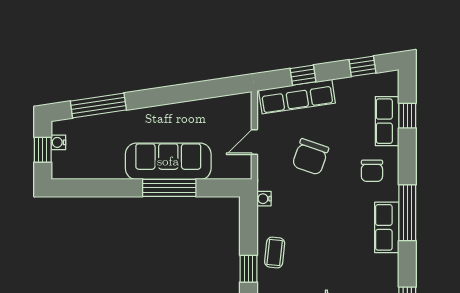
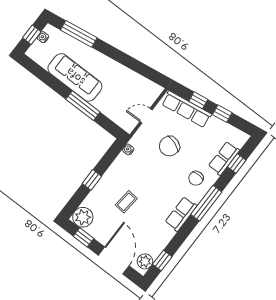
window: (362, 66) -> (222, 114), moved
sofa: (168, 161) -> (75, 77), moved
window: (407, 213) -> (206, 203), moved
coffee table: (275, 252) -> (126, 202), moved

